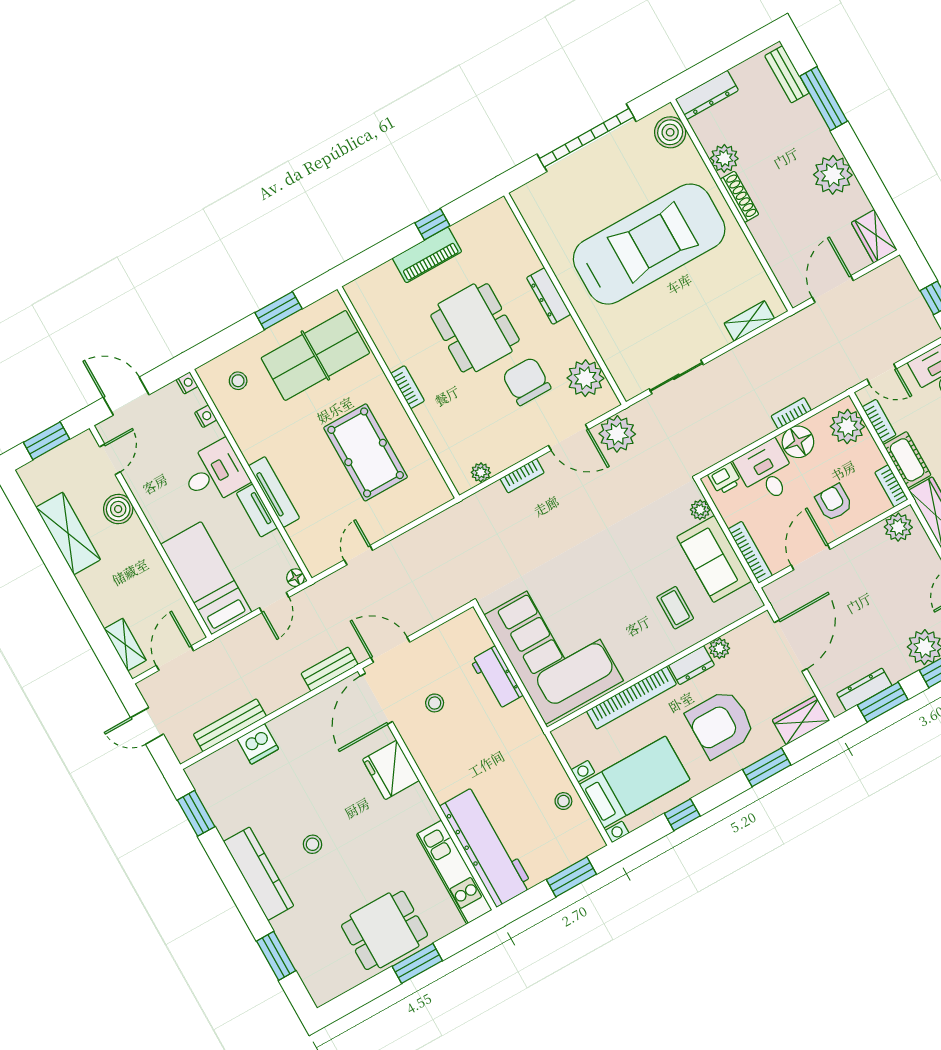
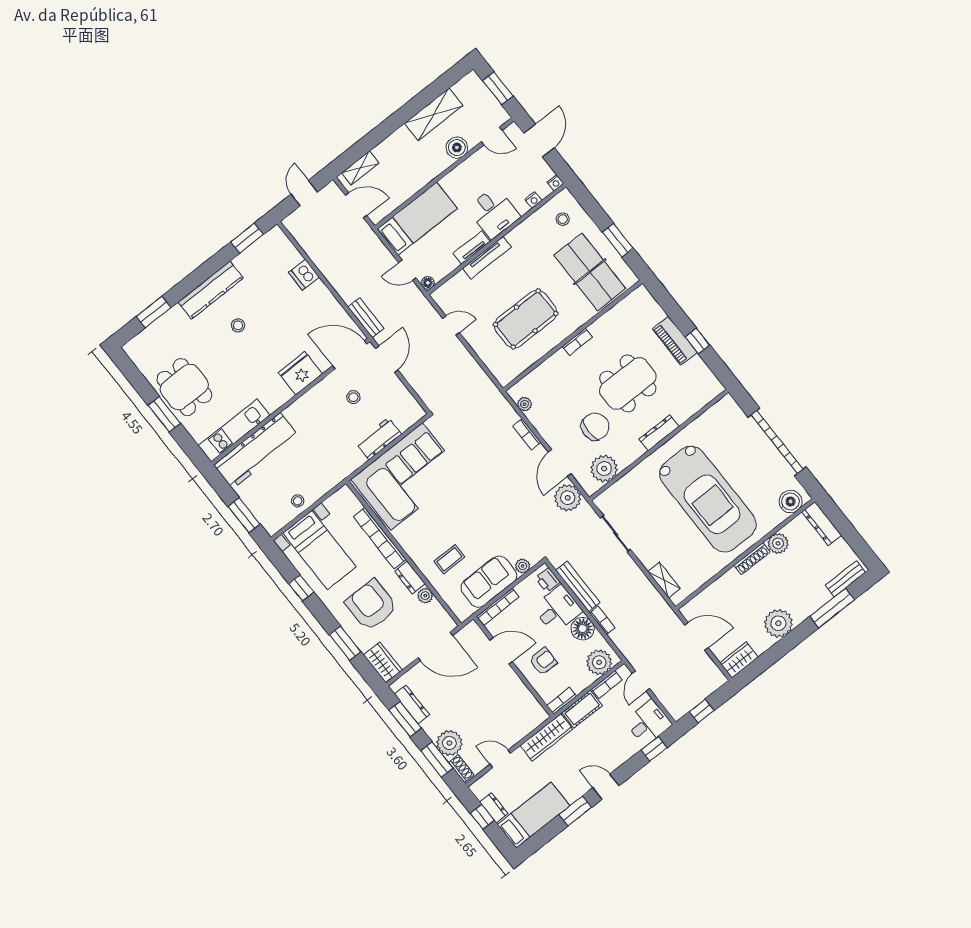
plant: (898, 527) -> (533, 710), removed
bench: (230, 725) -> (578, 586), moved

